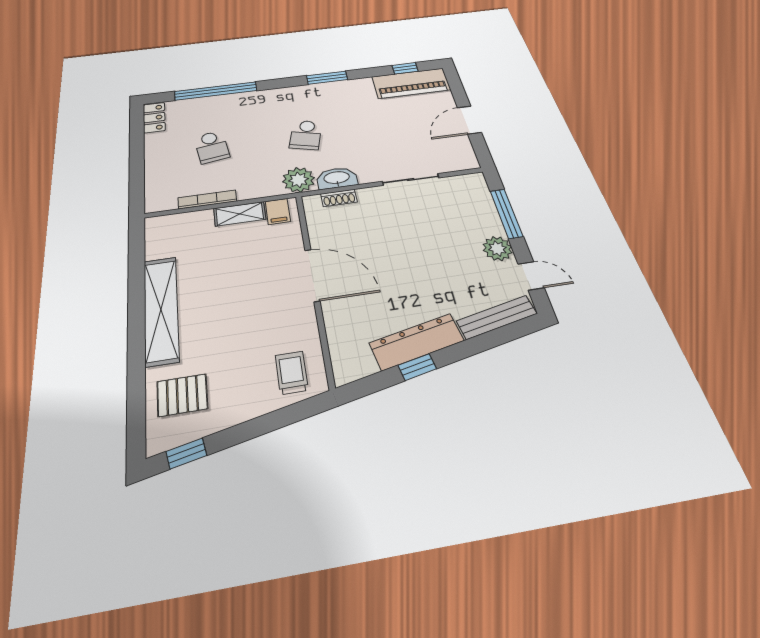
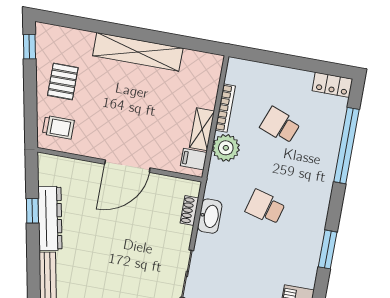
school desk: (212, 147) -> (280, 125), turned 30
plant: (299, 180) -> (226, 148), moved
pallet: (182, 395) -> (63, 81), moved

